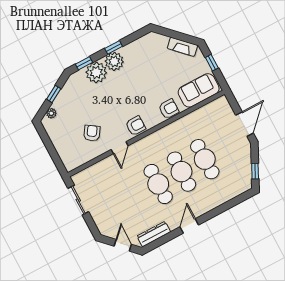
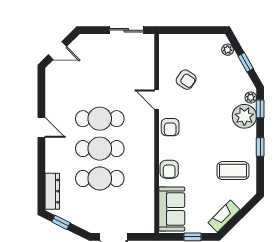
coffee table: (143, 59) -> (233, 171), added
plant: (114, 61) -> (251, 97), moved, width x0.53, depth x0.53
dresser: (154, 234) -> (52, 191), moved

